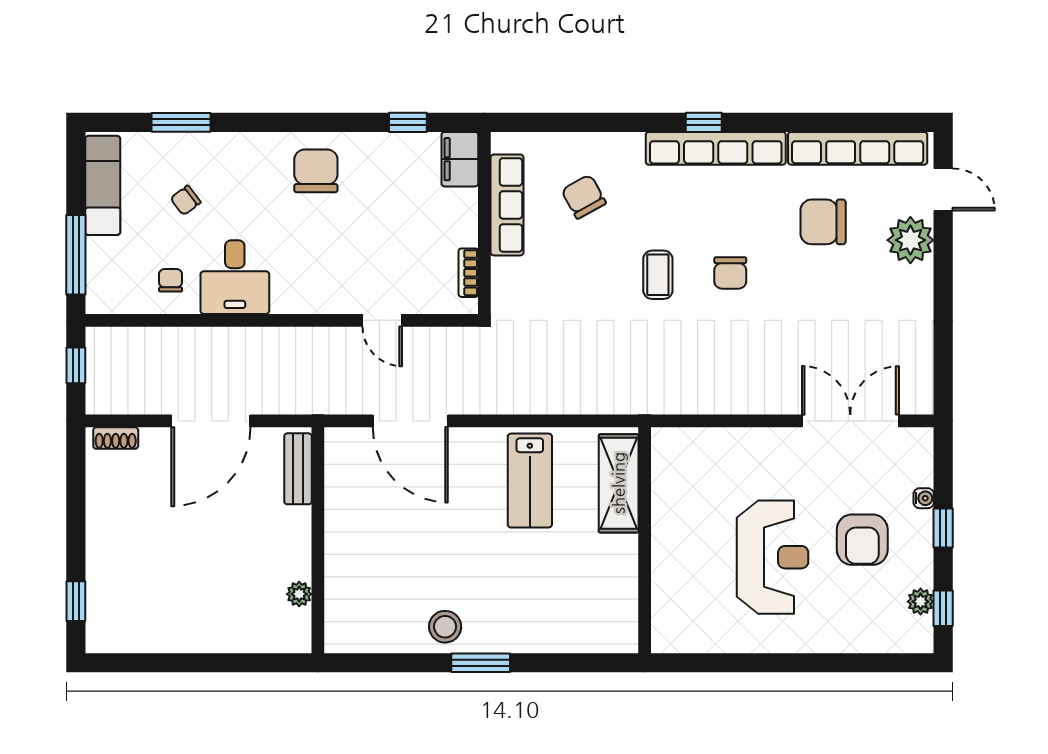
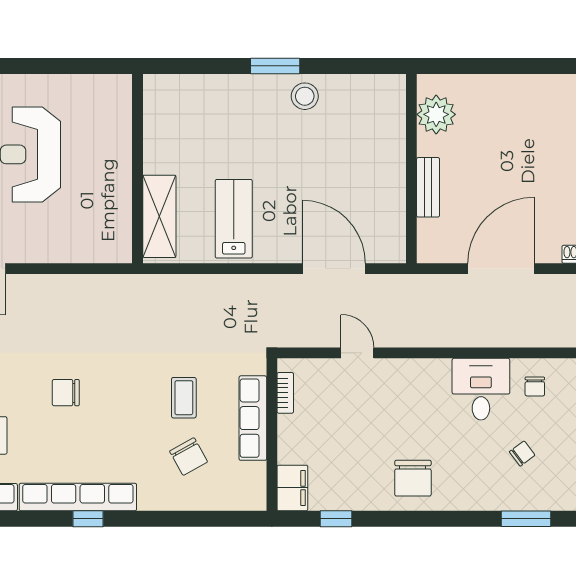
row of seats: (507, 205) -> (253, 418), moved
chair: (730, 273) -> (66, 393), turned -90
coffee table: (658, 275) -> (184, 398), moved
bench: (298, 469) -> (428, 187), moved
plant: (299, 594) -> (436, 114), width x1.88, depth x1.88

